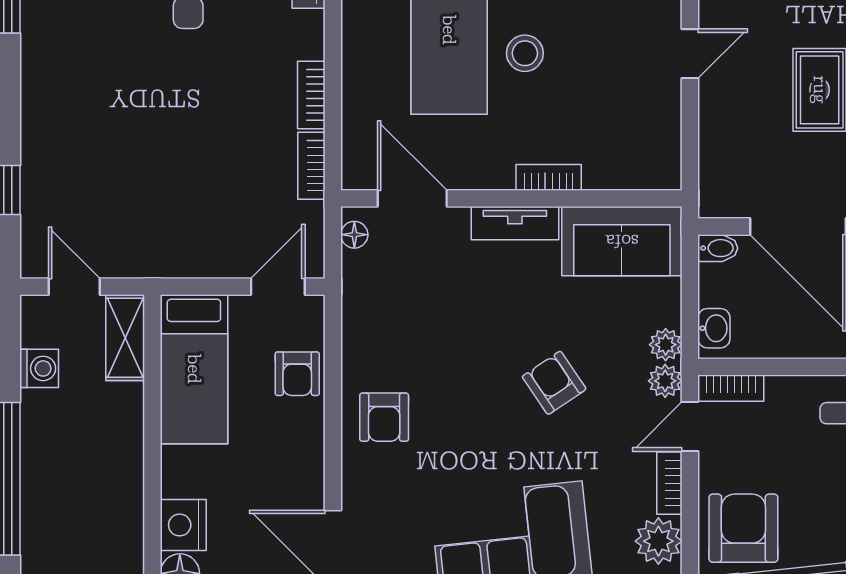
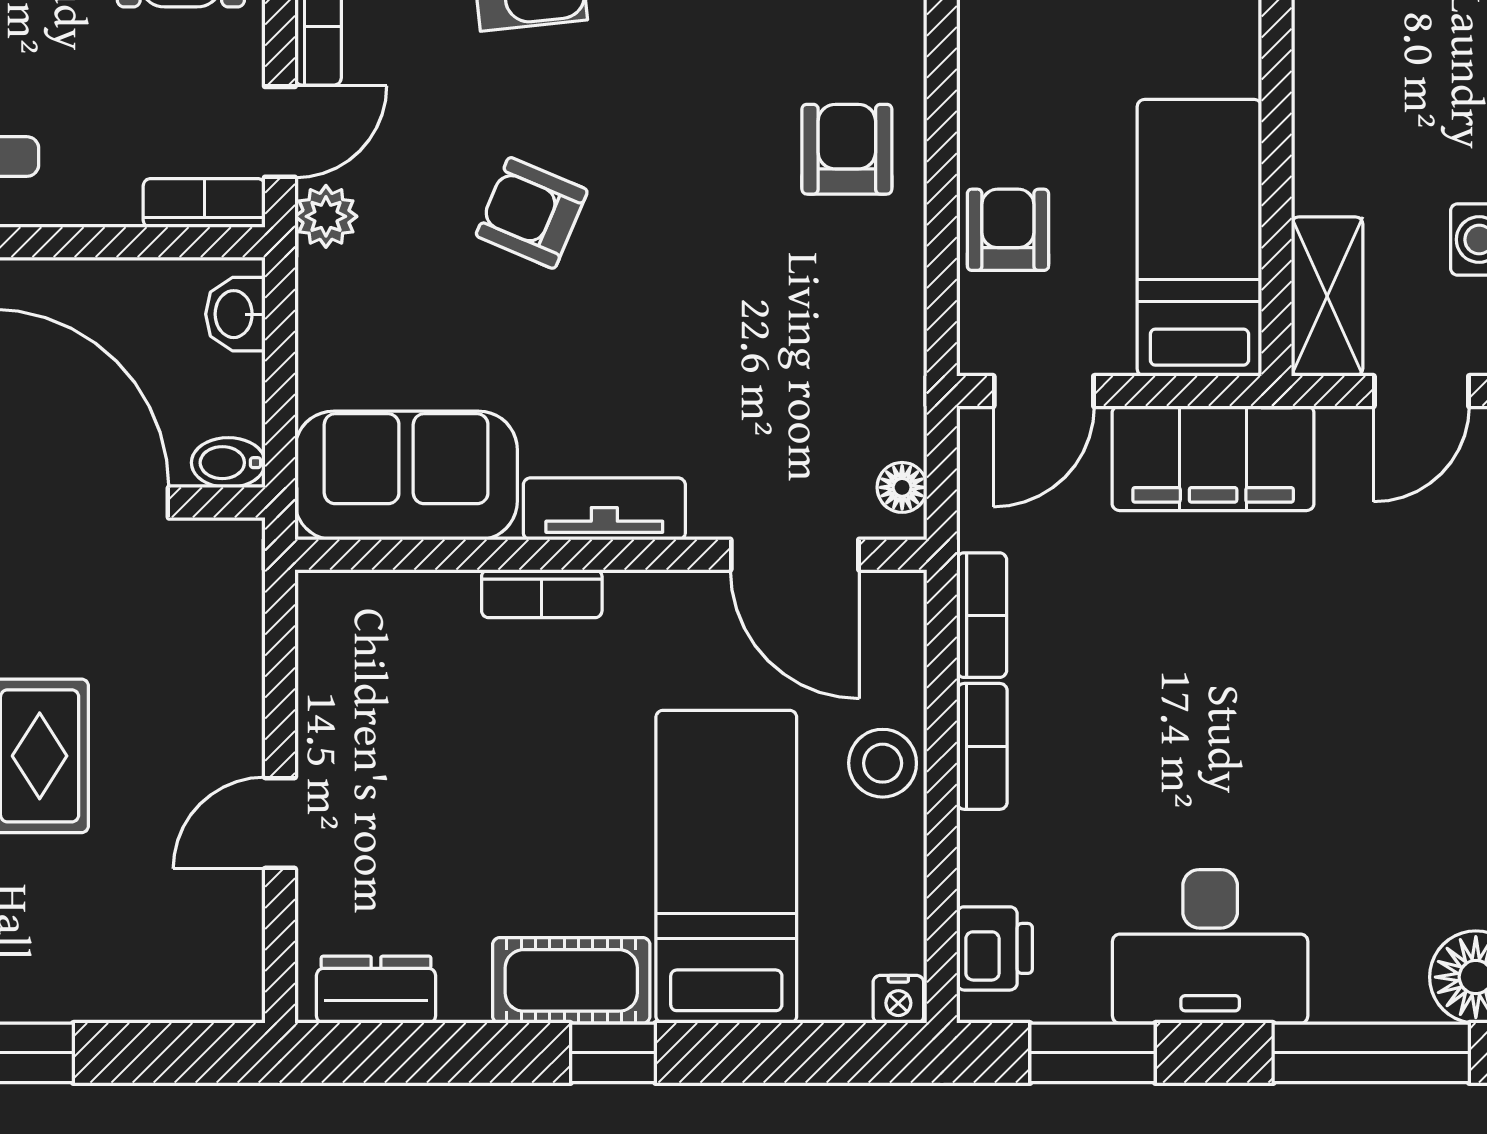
stool: (525, 53) -> (883, 763), moved
filing cabinet: (187, 250) -> (1213, 458), added
door: (74, 287) -> (1421, 391), hinge flipped
plant: (666, 345) -> (325, 284), removed
armchair: (554, 383) -> (532, 213), turned 147

